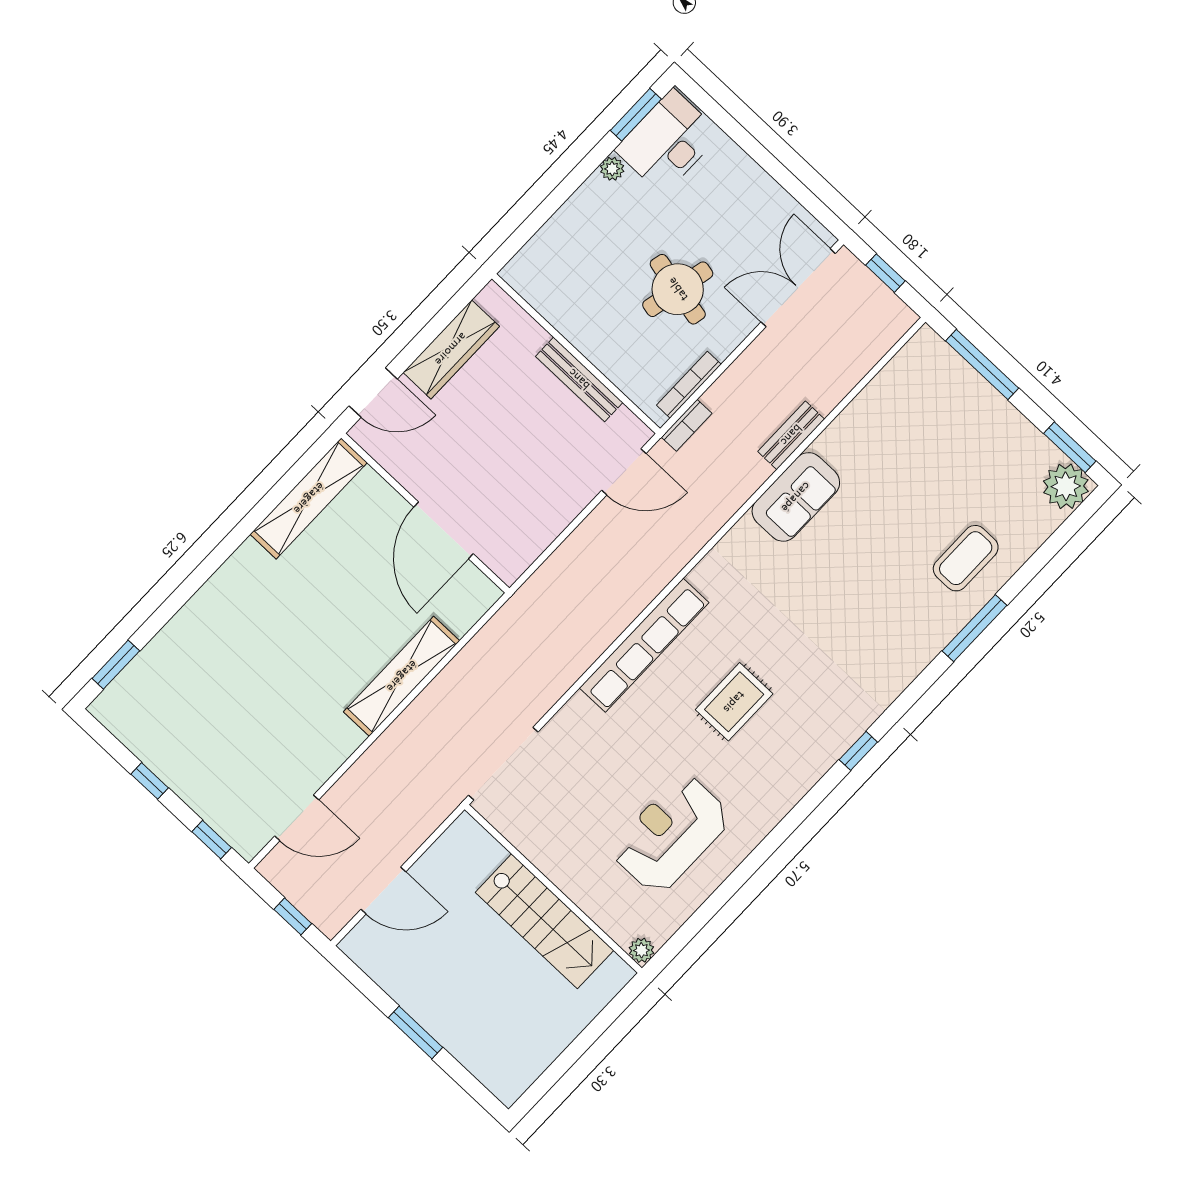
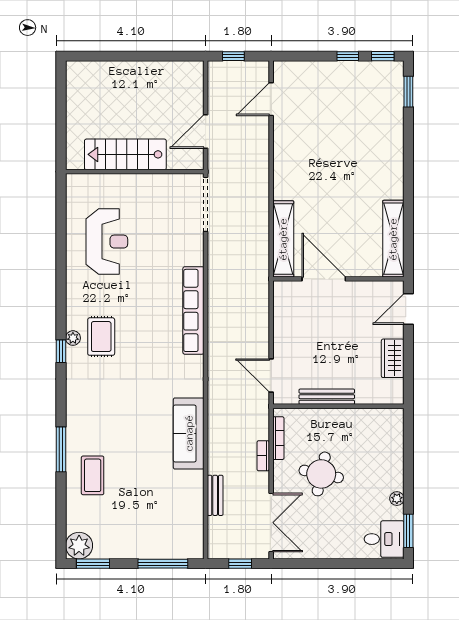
desk: (668, 142) -> (384, 539), width x0.73
wardrobe: (451, 349) -> (393, 358), width x0.67
bookcase: (687, 425) -> (263, 456), moved
bench: (791, 435) -> (215, 495), moved
door: (624, 472) -> (271, 375), hinge flipped
sofa: (796, 497) -> (189, 433), width x1.36
shelving: (402, 676) -> (283, 239), moved
rug: (734, 702) -> (101, 337), moved
window: (212, 840) -> (383, 56), moved
door: (383, 890) -> (206, 132), moved
plant: (641, 950) -> (73, 338), moved
window: (416, 1032) -> (135, 56), removed

